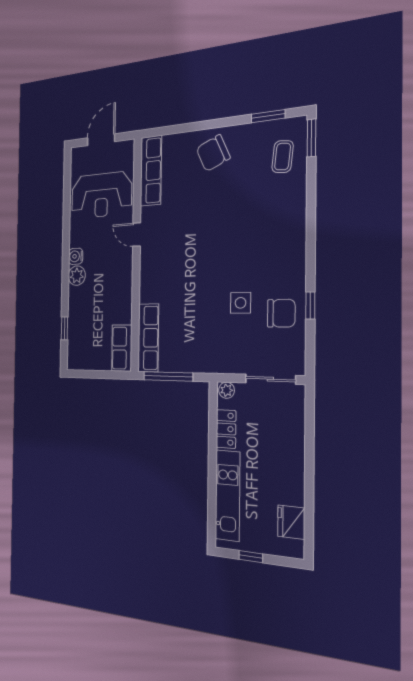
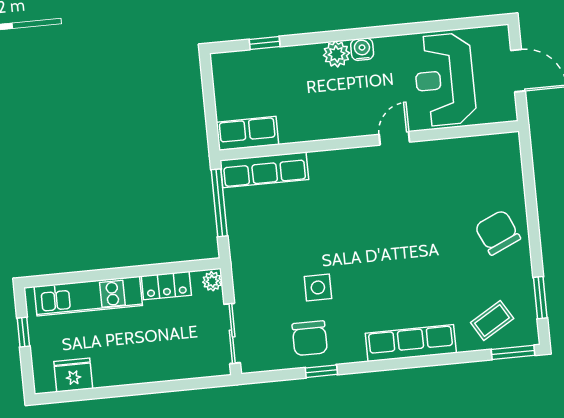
coffee table: (283, 157) -> (492, 320), turned -37
row of seats: (151, 171) -> (411, 343), moved, turned 180

